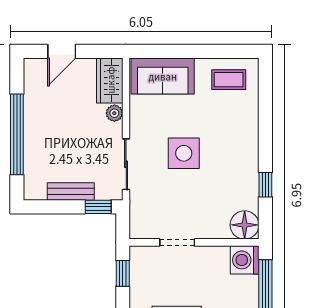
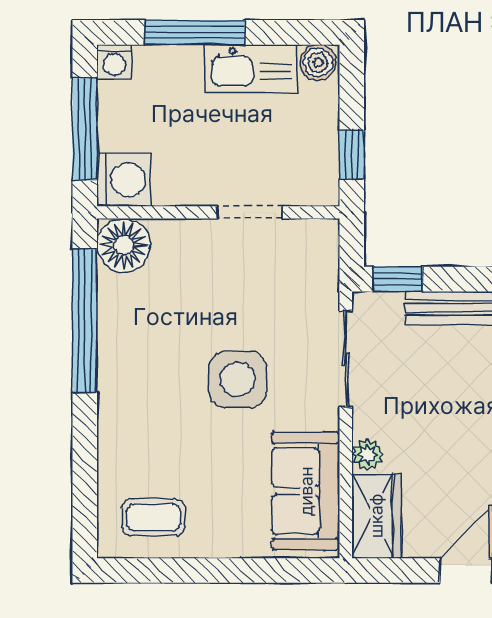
sofa: (163, 76) -> (306, 491), moved, turned -90
window: (265, 185) -> (85, 321), width x3.17

